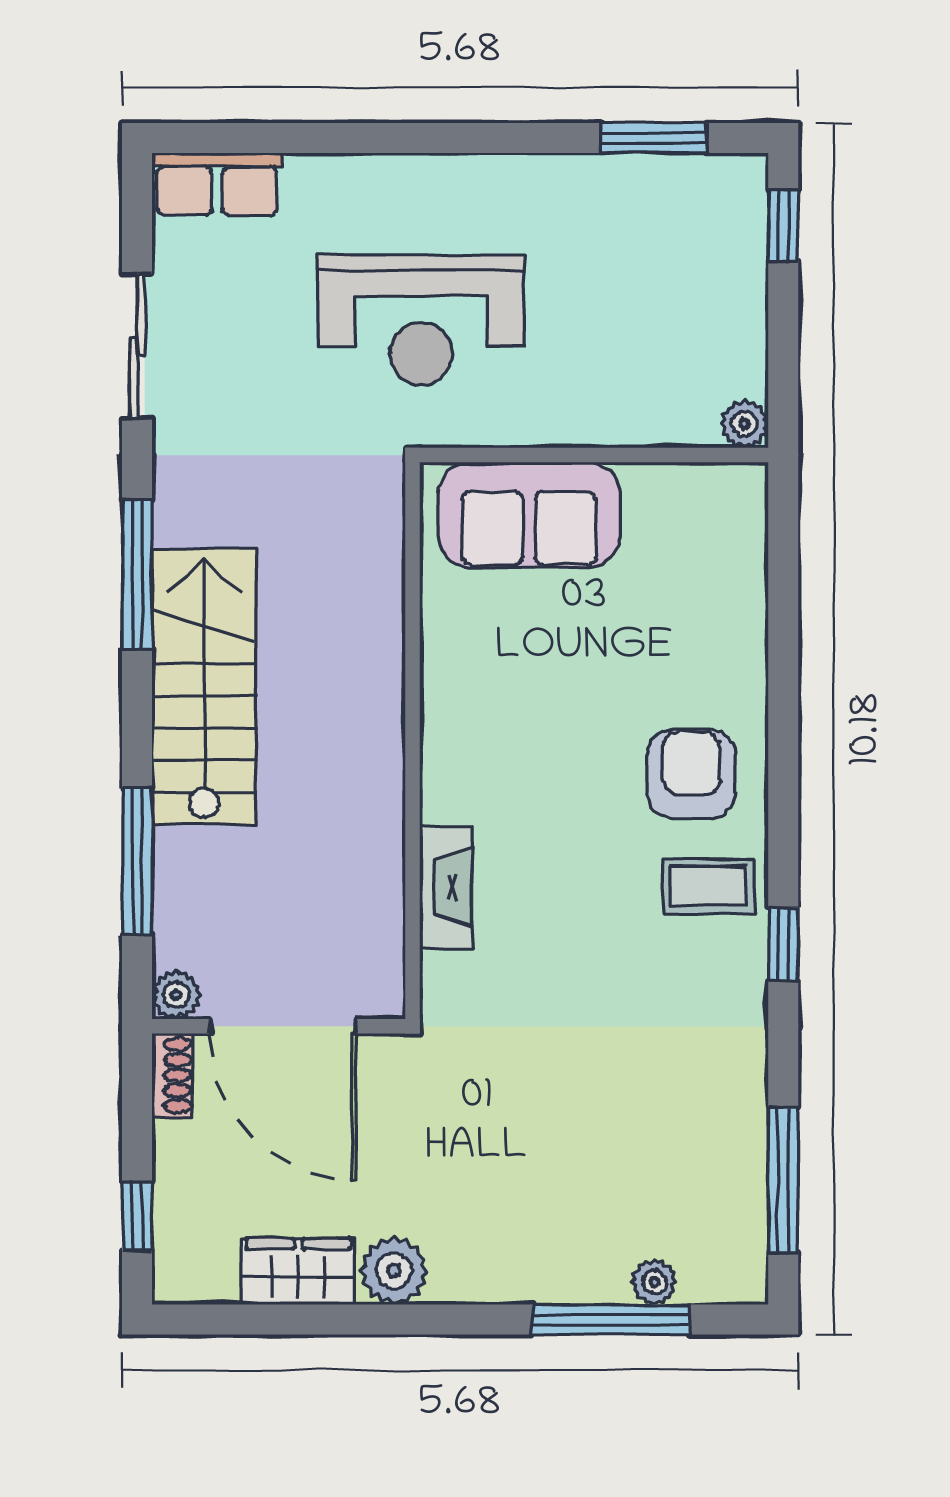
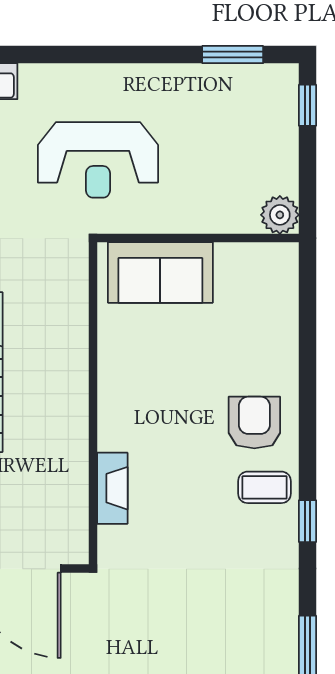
plant: (744, 424) -> (280, 215), width x1.38, depth x1.38

